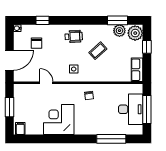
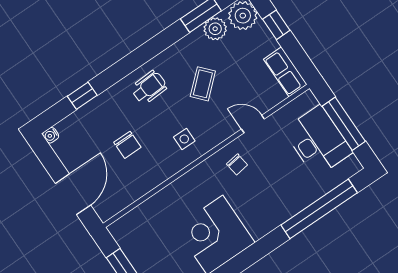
chair: (37, 43) -> (127, 145), moved
door: (46, 83) -> (253, 124), moved
window: (111, 139) -> (319, 209), width x1.46

